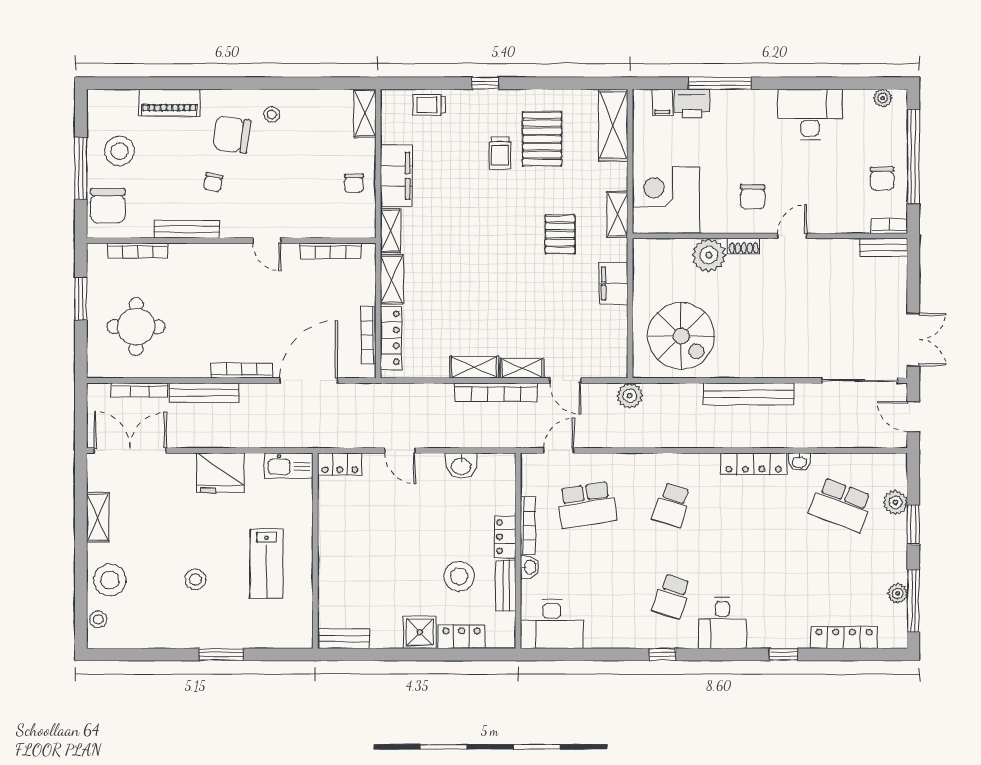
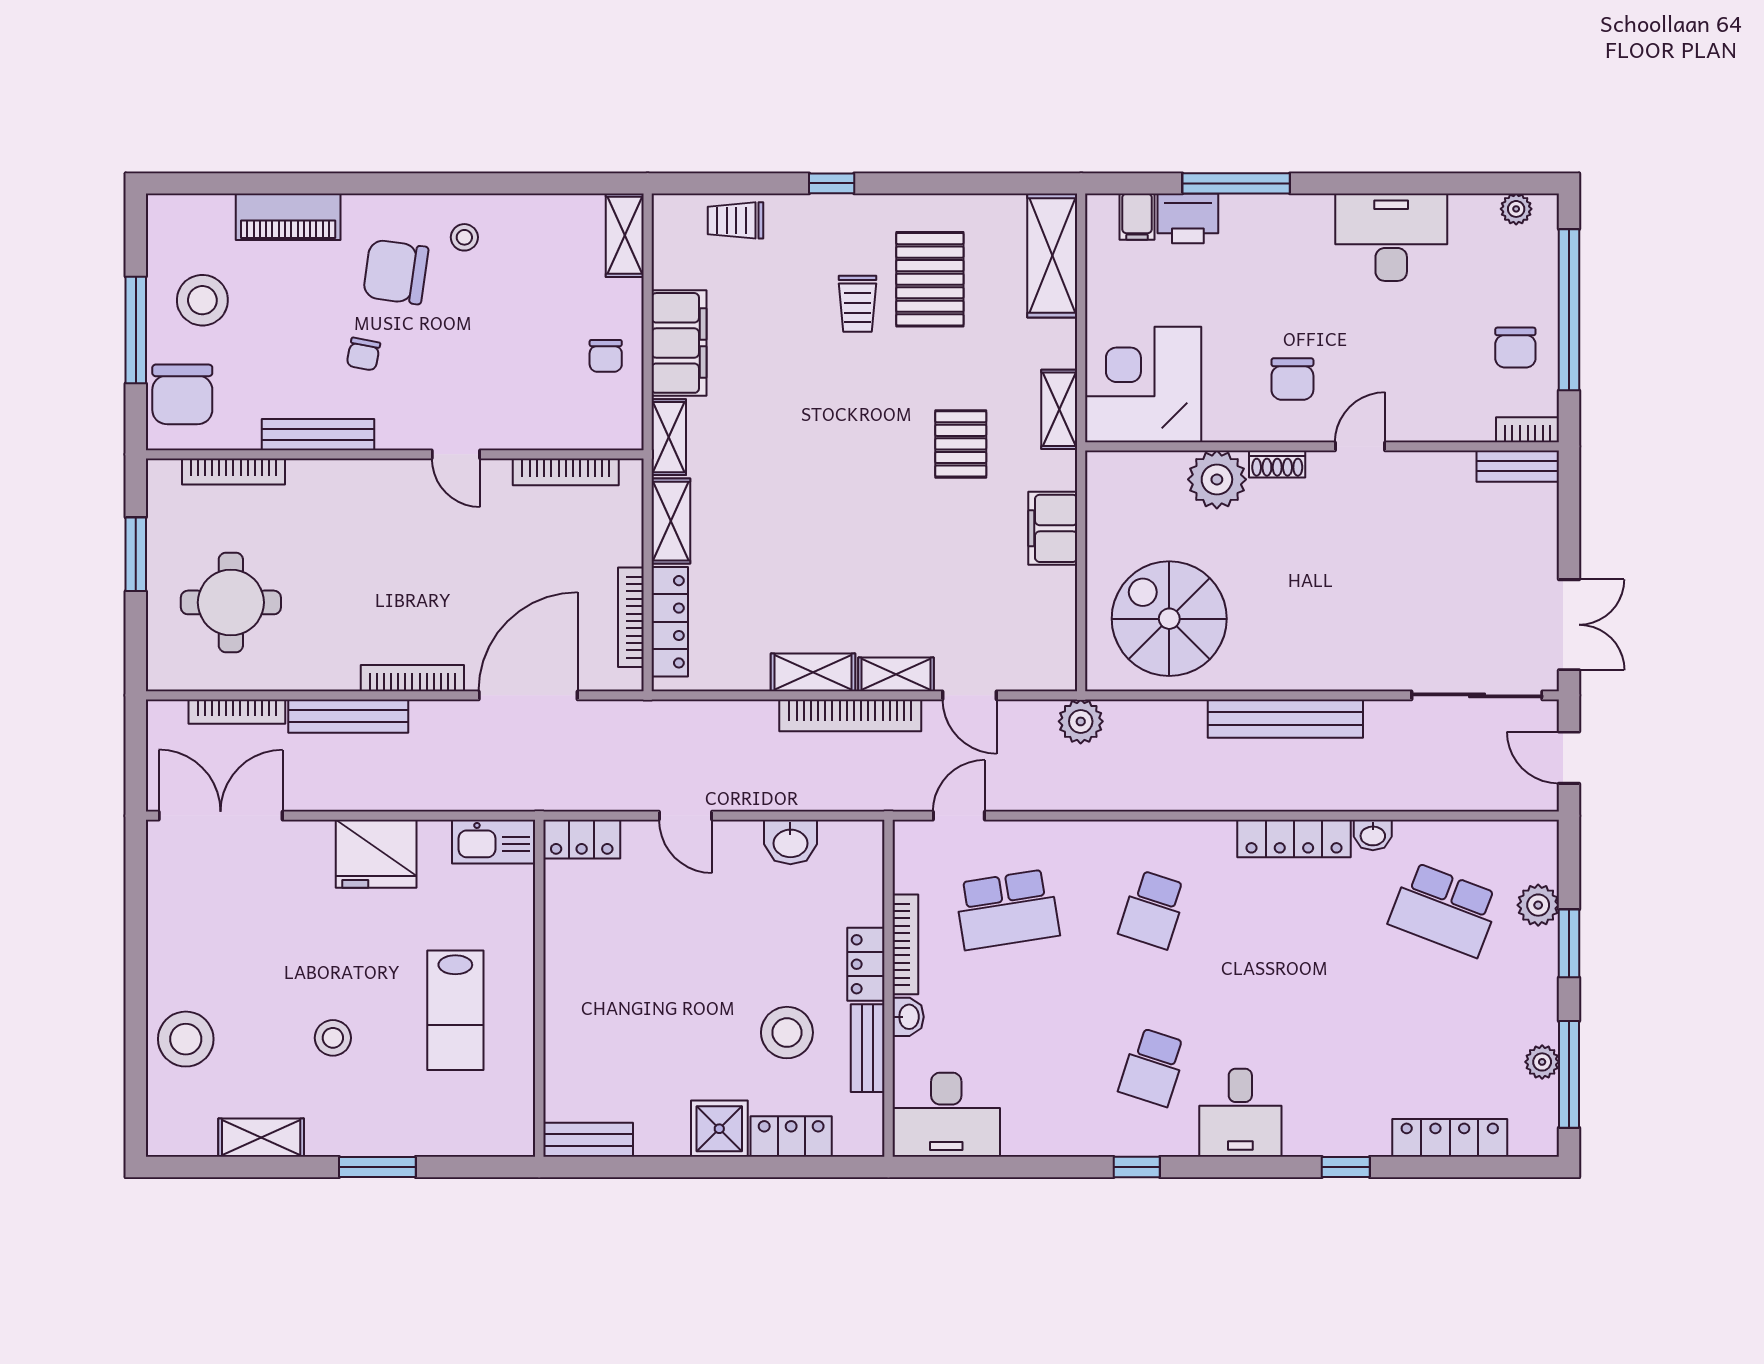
spiral stairs: (681, 336) -> (1169, 619), turned 180
shelving: (98, 517) -> (261, 1138), moved, turned 90
stool: (98, 619) -> (166, 1107), removed

